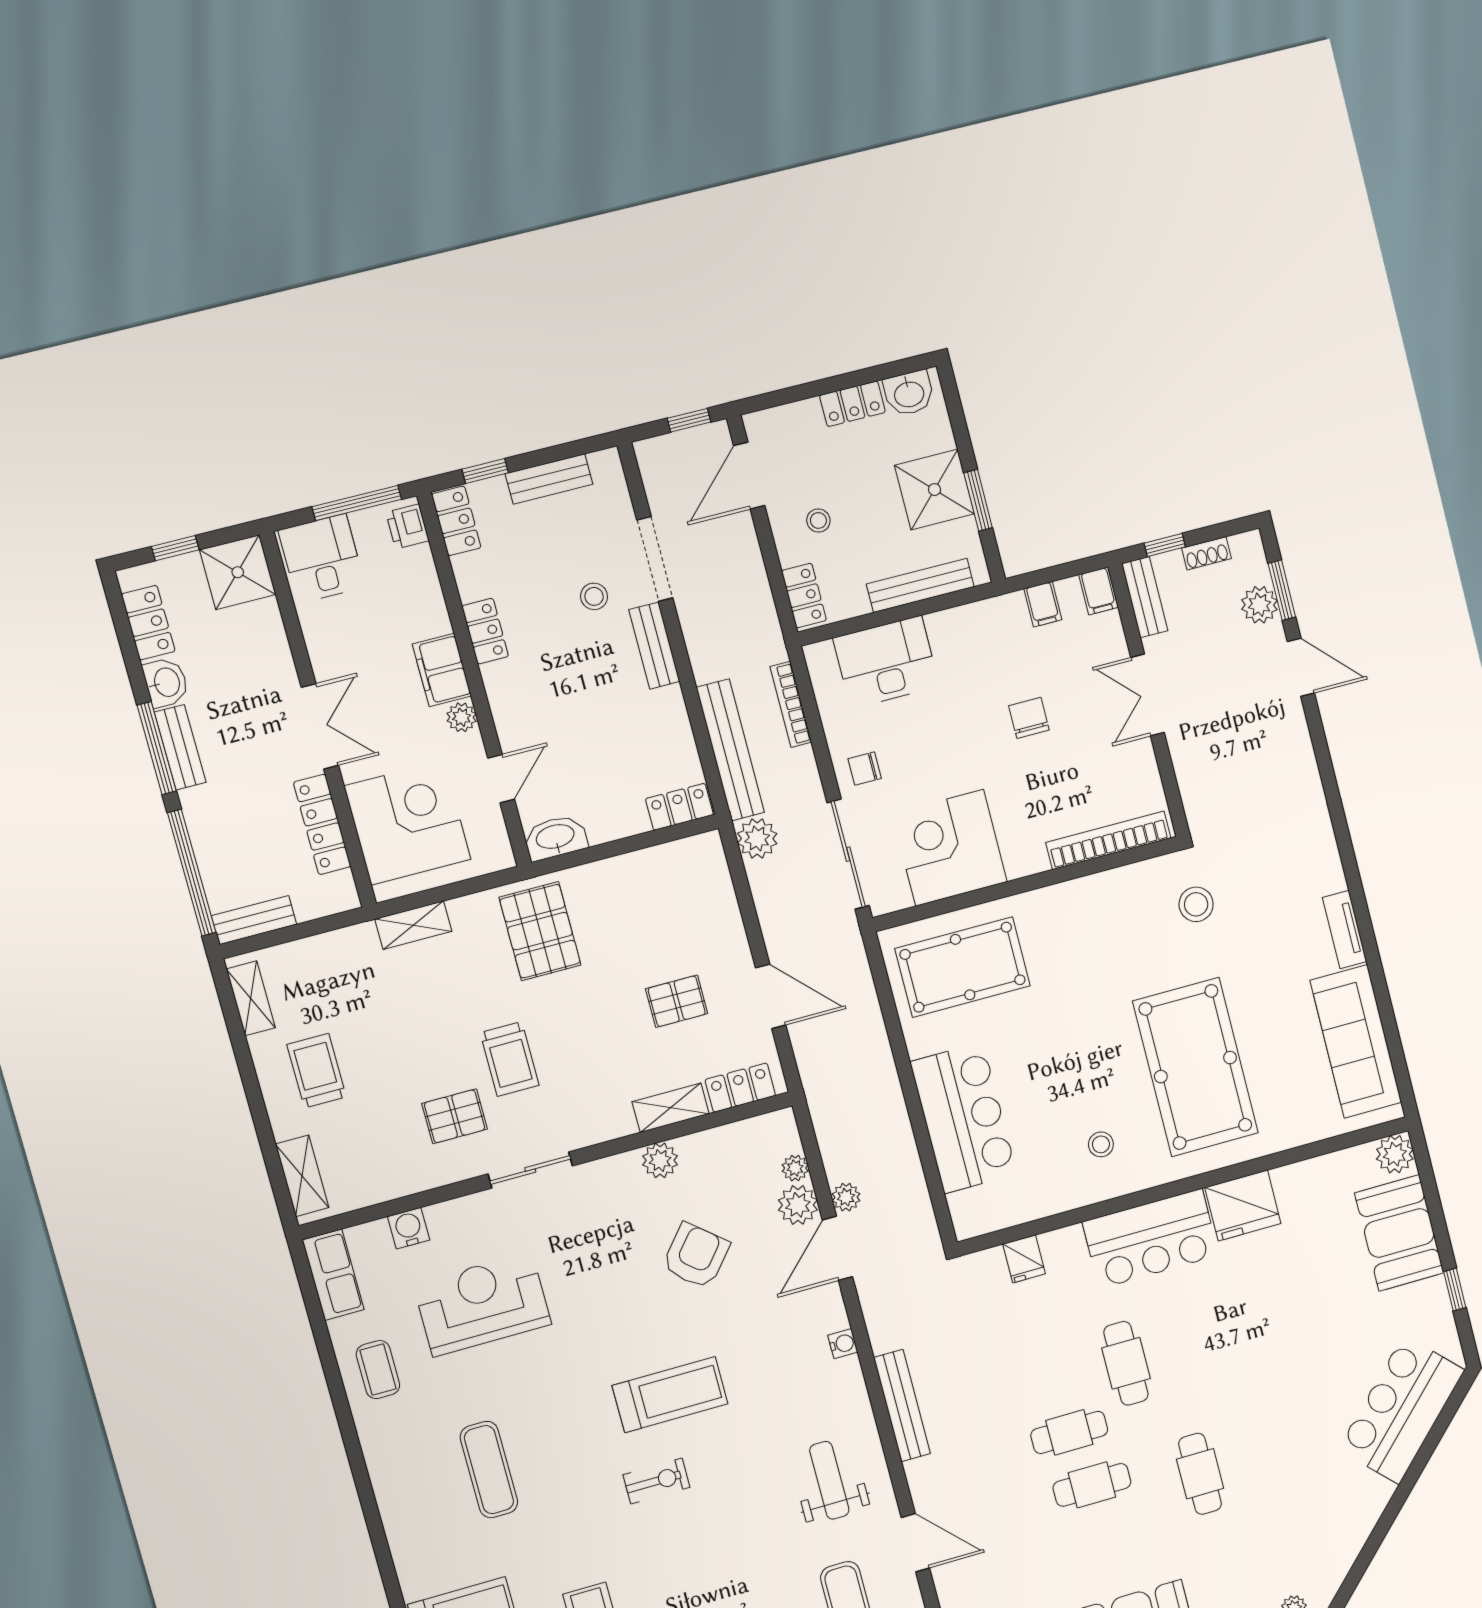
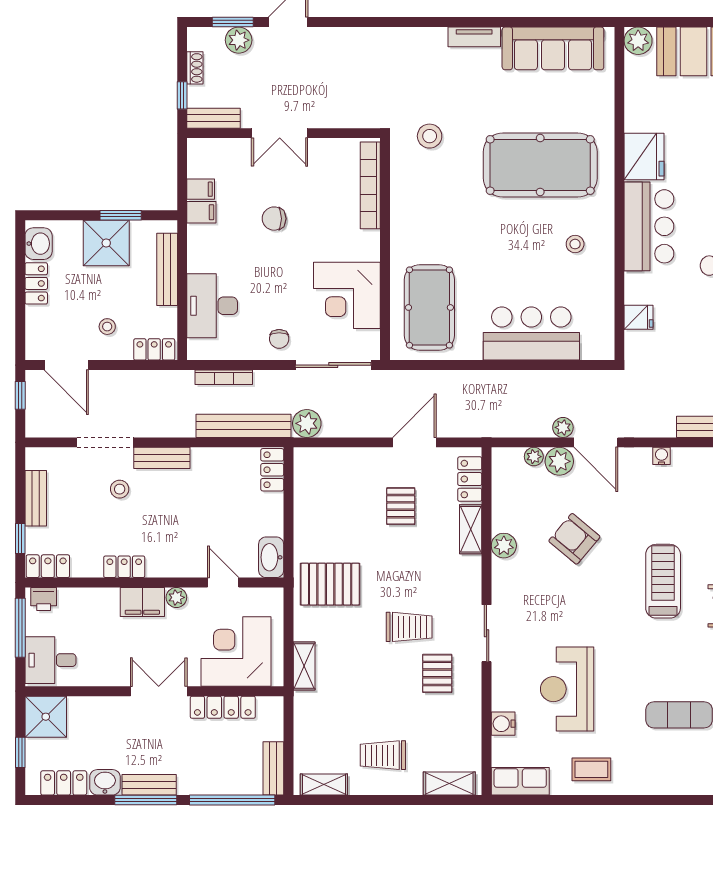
filing cabinet: (1099, 591) -> (201, 212), moved

